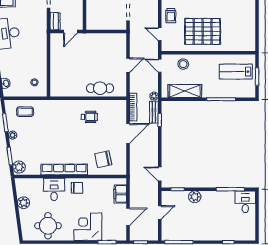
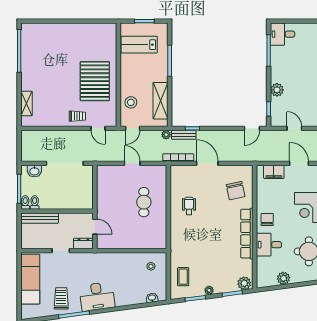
door: (160, 34) -> (98, 128), hinge flipped
lab bench: (236, 72) -> (139, 45), turned 90
cafe table: (100, 88) -> (144, 202), moved

